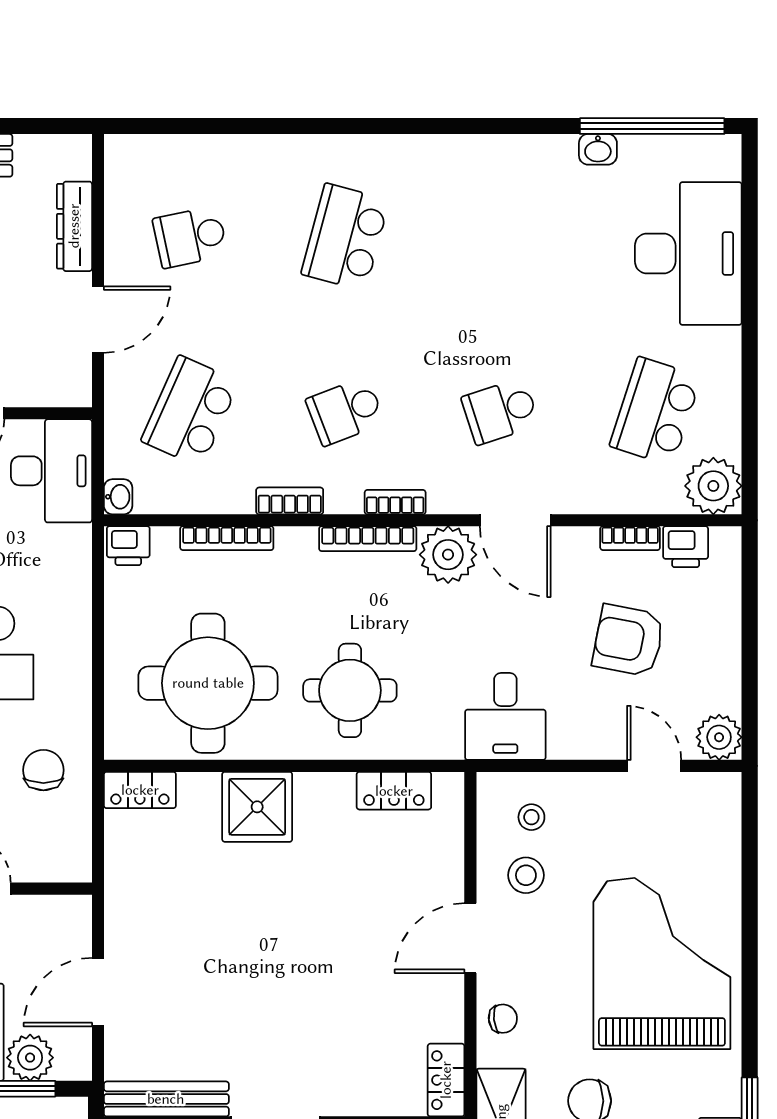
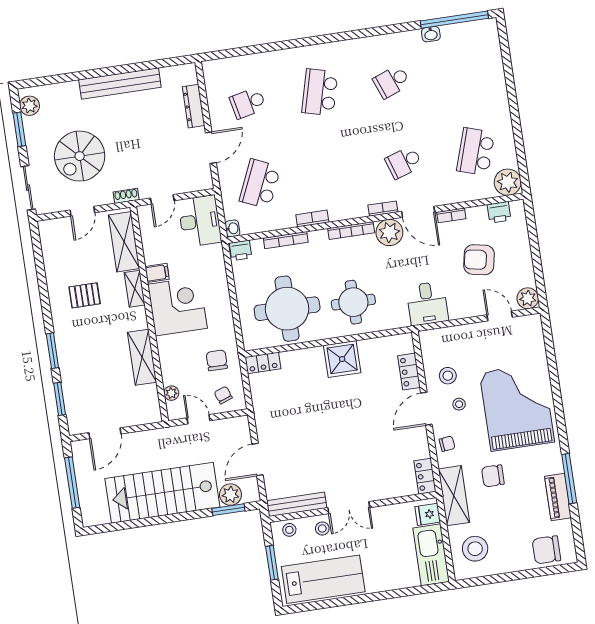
desk: (688, 253) -> (480, 76), removed
school desk: (345, 411) -> (392, 82), moved
bookcase: (395, 502) -> (383, 209), moved
bookcase: (630, 538) -> (451, 215), moved
locker: (394, 791) -> (409, 372), moved, turned 90
shower: (257, 807) -> (342, 359), moved
stool: (531, 817) -> (459, 404), moved
chair: (46, 845) -> (223, 395), added

